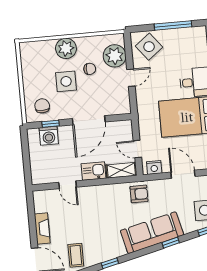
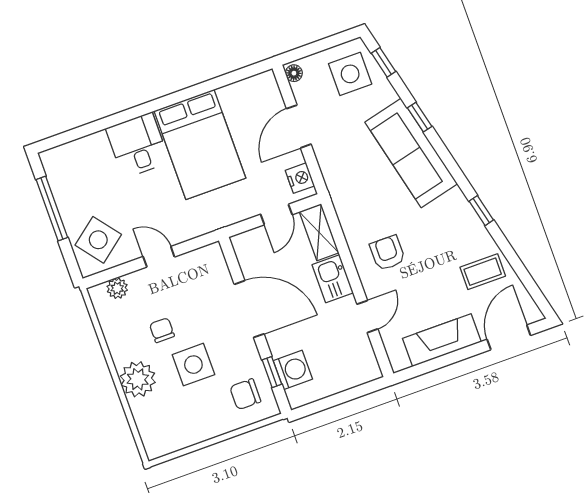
plant: (115, 56) -> (117, 288), width x0.53, depth x0.53
armchair: (139, 194) -> (387, 253), moved
fireplace: (42, 229) -> (442, 340), width x1.37, depth x1.32

